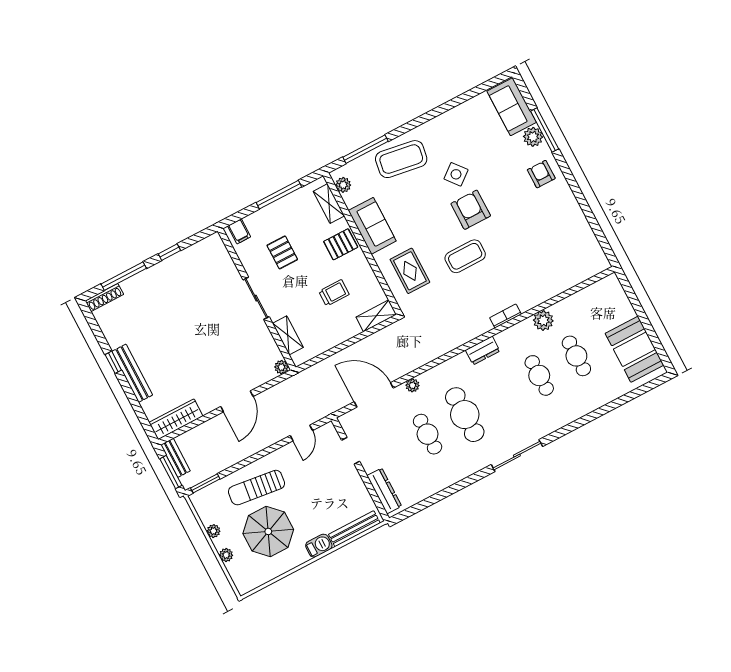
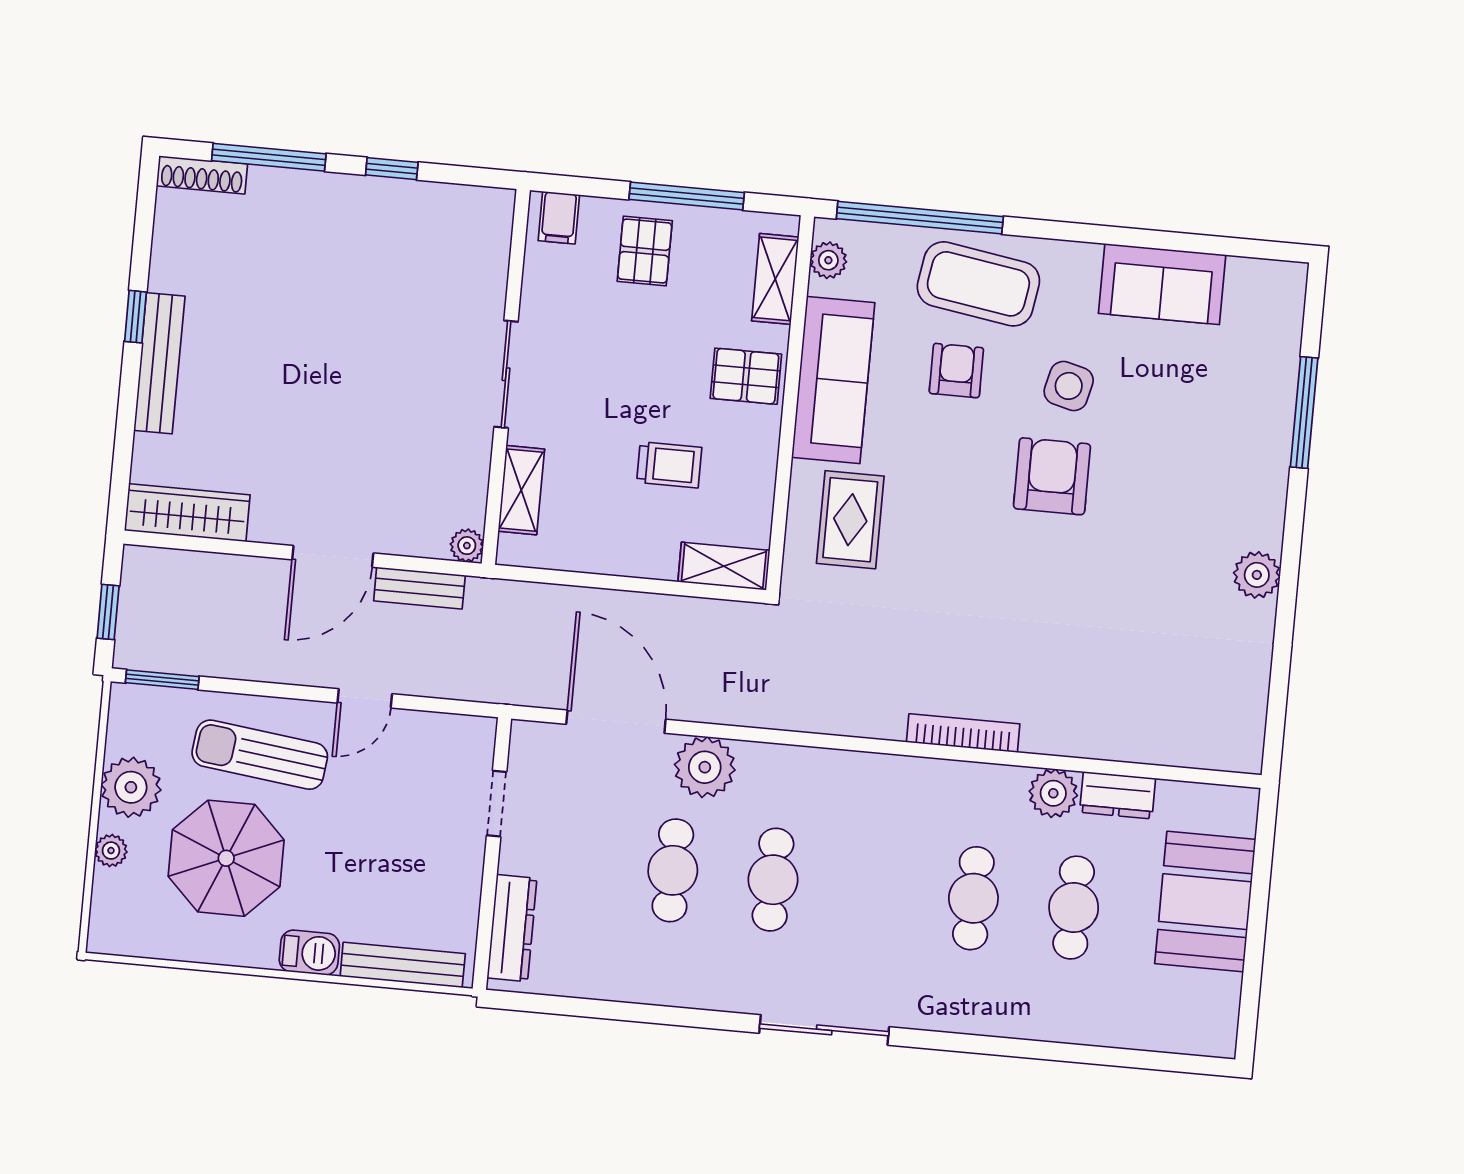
sofa: (512, 107) -> (1162, 284), moved, turned -90
plant: (533, 137) -> (1257, 575), moved
window: (366, 149) -> (920, 218), width x1.46
side table: (456, 174) -> (1069, 386), turned -37
armchair: (541, 174) -> (956, 371), moved
sofa: (372, 226) -> (833, 380), width x1.36
pallet: (282, 252) -> (645, 251), moved
coffee table: (465, 256) -> (980, 562), removed
bookcase: (505, 316) -> (963, 733), width x1.56
booth: (634, 349) -> (1205, 902), moved
dresser: (483, 351) -> (1118, 795), moved
plant: (412, 385) -> (705, 767), width x1.88, depth x1.88
cafe table: (465, 415) -> (773, 880), width x0.73, depth x0.74
door: (301, 433) -> (365, 698), moved
bench: (175, 458) -> (419, 588), moved, turned 90
window: (171, 472) -> (108, 612), width x0.67
plant: (214, 531) -> (131, 787), width x1.87, depth x1.87

